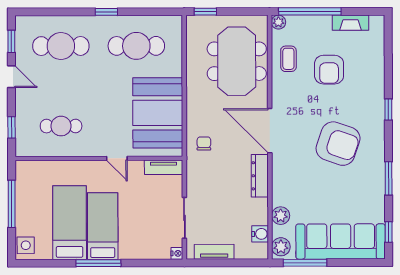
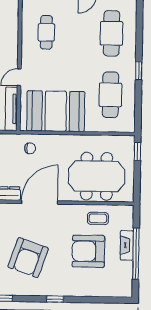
window: (310, 11) -> (136, 254), moved
plant: (278, 22) -> (128, 211), removed
fireplace: (351, 23) -> (127, 245), moved
armchair: (329, 70) -> (88, 251), width x1.36, depth x1.36
tv unit: (164, 167) -> (11, 109), width x1.41

